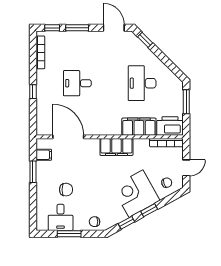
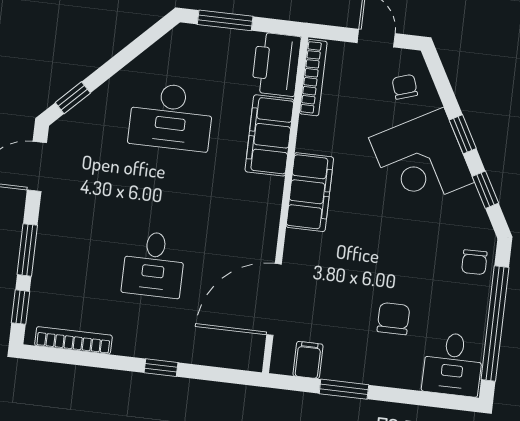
desk: (61, 217) -> (453, 364), moved, turned 90
window: (69, 234) -> (495, 323), width x2.11

